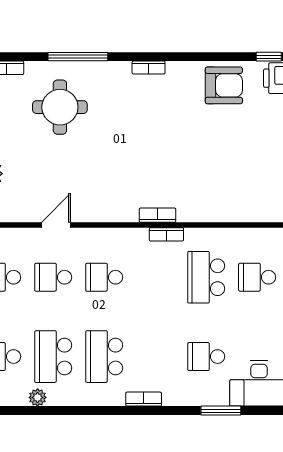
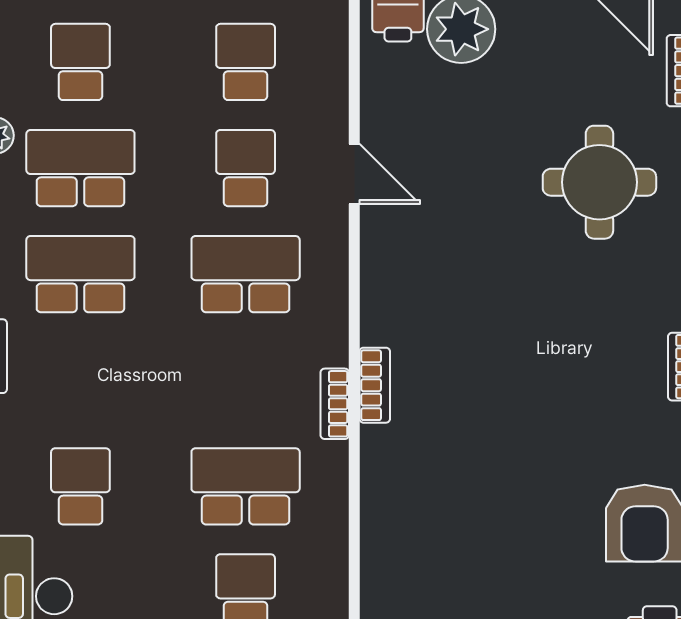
school desk: (104, 277) -> (246, 274), width x1.85

